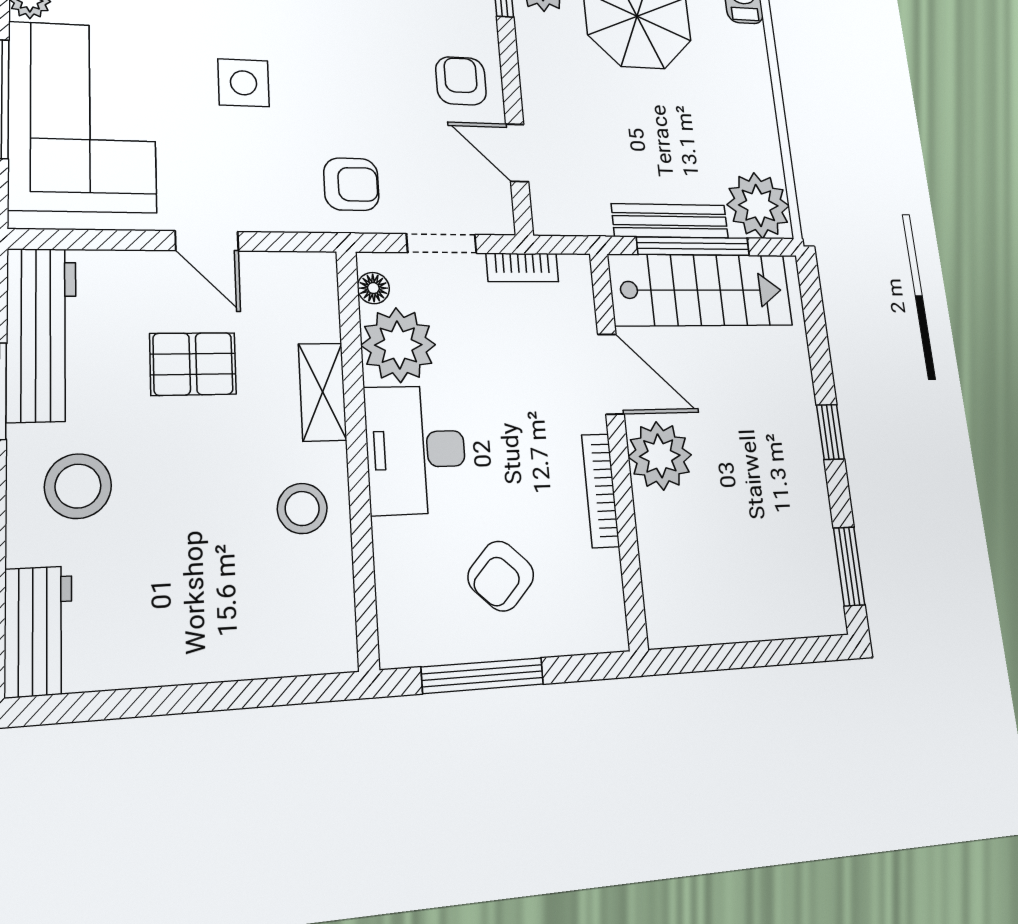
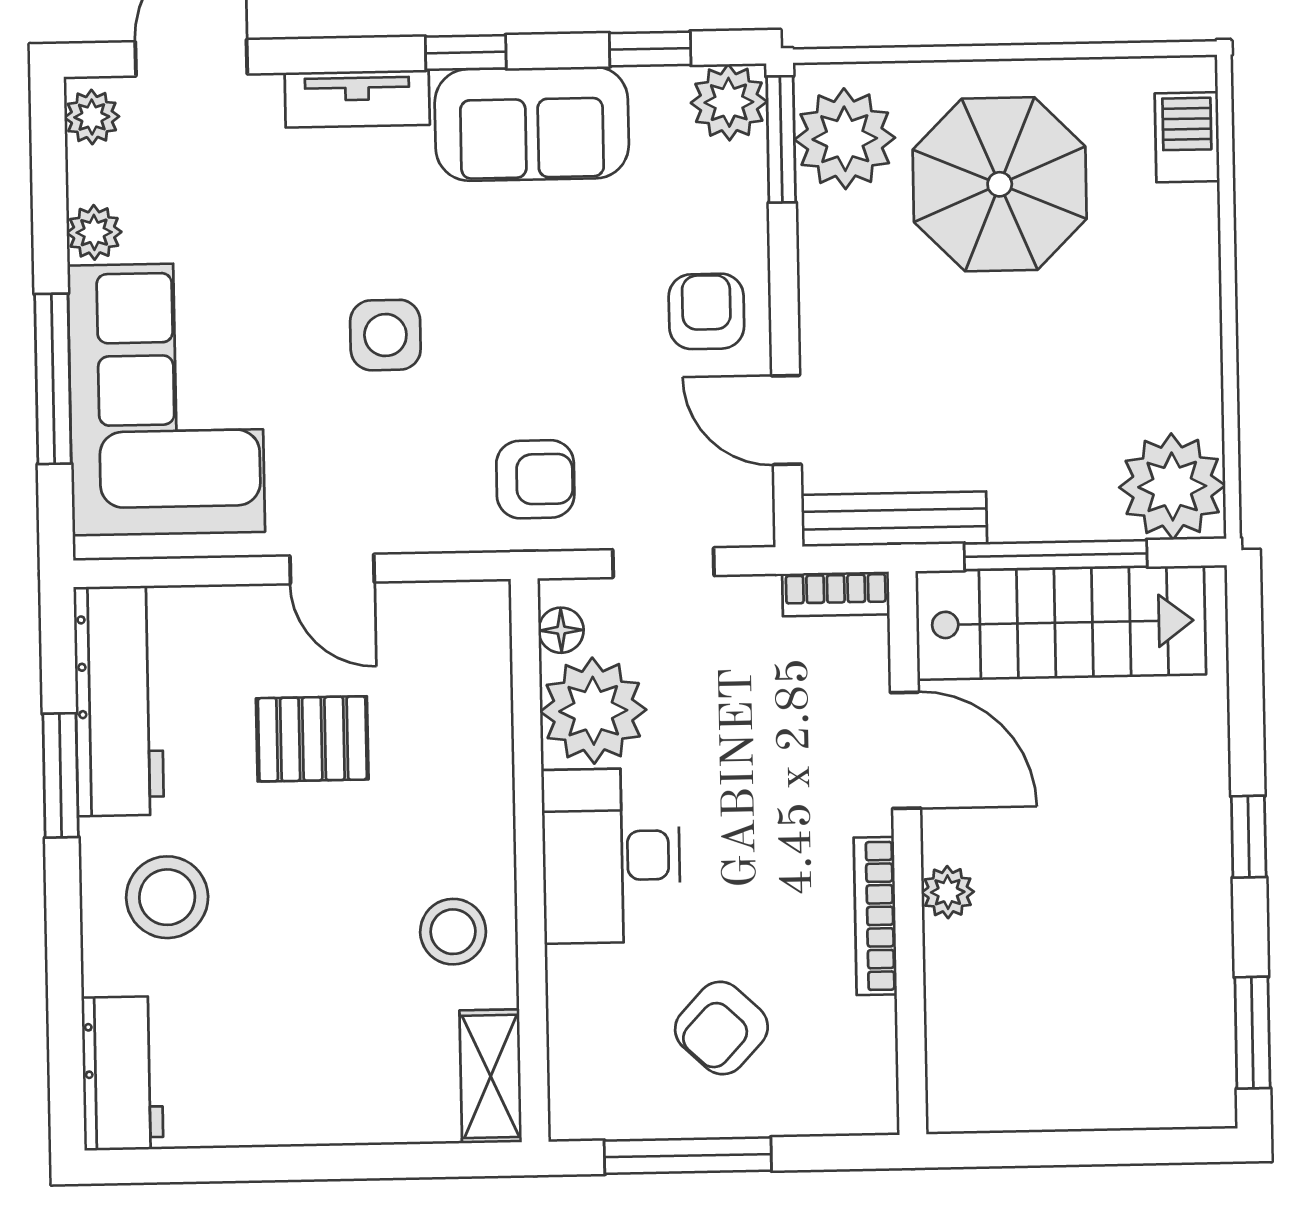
bench: (670, 221) -> (894, 519), moved
bookcase: (522, 267) -> (836, 594), moved
shelving: (322, 392) -> (491, 1076), moved
plant: (660, 456) -> (948, 892), width x0.53, depth x0.53

